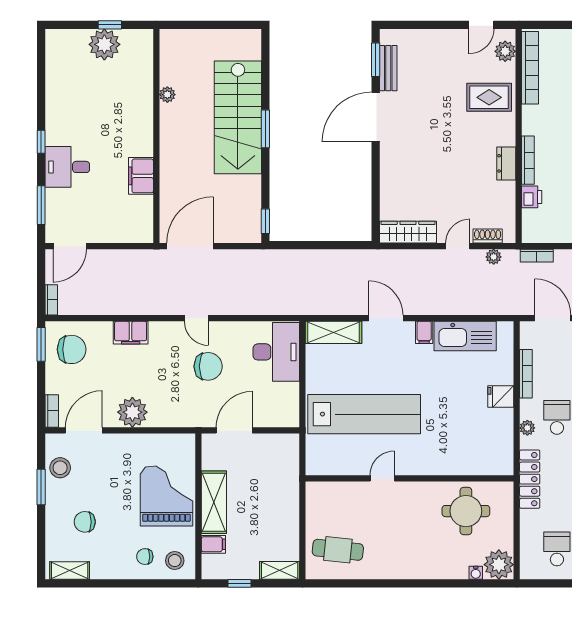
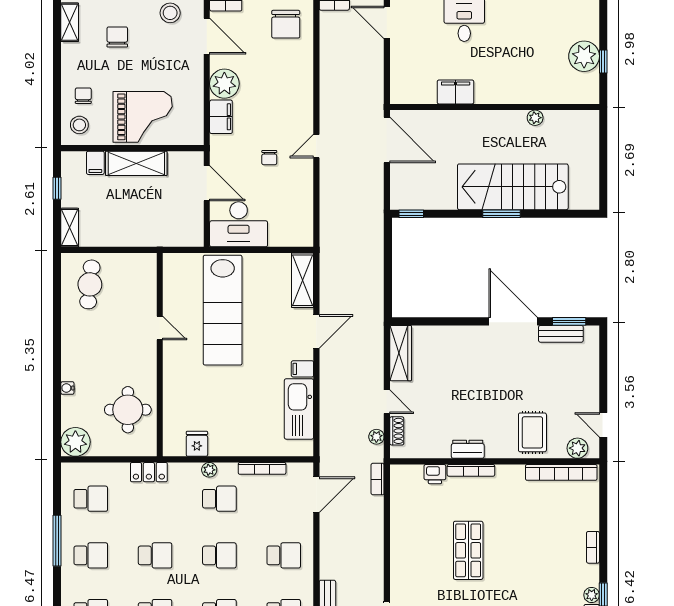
filing cabinet: (131, 333) -> (221, 117), moved, turned 180
desk: (276, 352) -> (239, 224), moved
chair: (208, 366) -> (269, 158), width x0.54, depth x0.54
fridge: (501, 397) -> (197, 444), moved
locker: (530, 479) -> (149, 472), width x0.66
water cooler: (476, 573) -> (67, 388), moved

